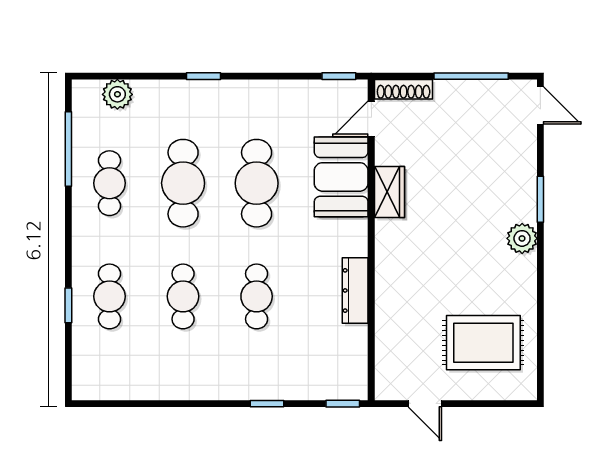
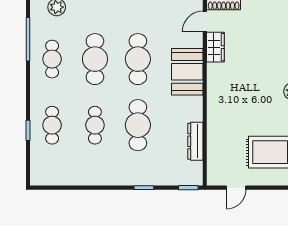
booth: (341, 177) -> (187, 72), moved
wardrobe: (389, 192) -> (215, 47), moved
dresser: (355, 290) -> (195, 141), moved
cafe table: (257, 296) -> (138, 125), width x1.37, depth x1.35
door: (425, 404) -> (236, 188), hinge flipped

